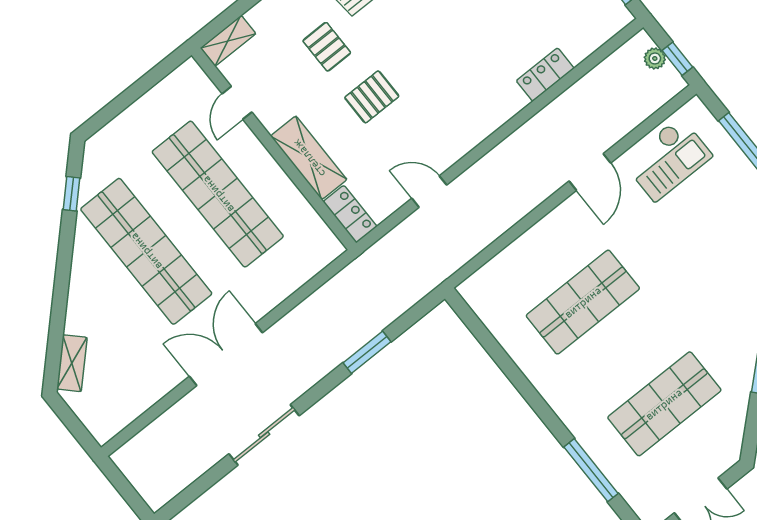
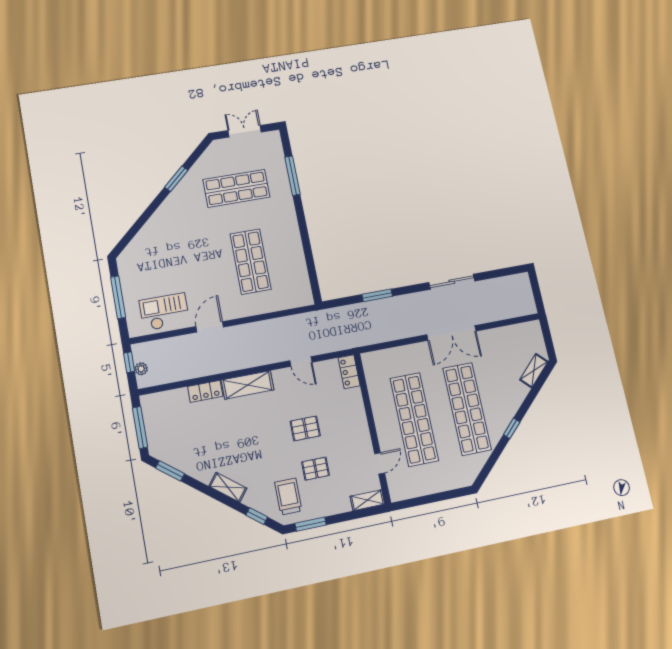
pallet: (327, 47) -> (315, 469), turned 90
shelving: (309, 158) -> (248, 385), moved, turned 90
window: (71, 194) -> (512, 428), moved
shop shelf: (583, 302) -> (251, 262), turned 90

